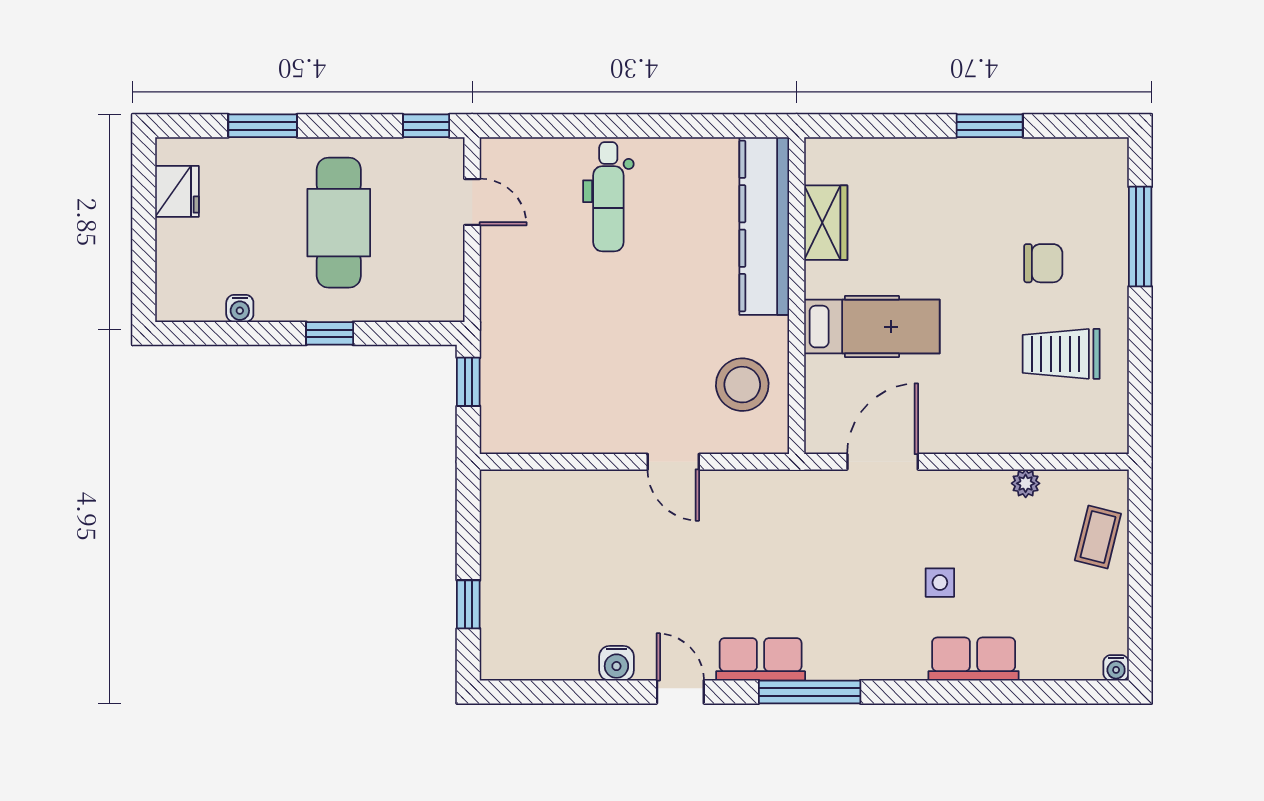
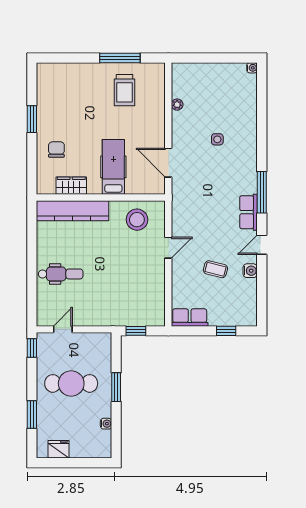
window: (1140, 237) -> (120, 58), moved
chair: (1043, 263) -> (56, 150), moved
window: (330, 333) -> (116, 387), width x1.50
coffee table: (1098, 537) -> (215, 269), moved
row of seats: (974, 659) -> (190, 318), moved, turned 90

